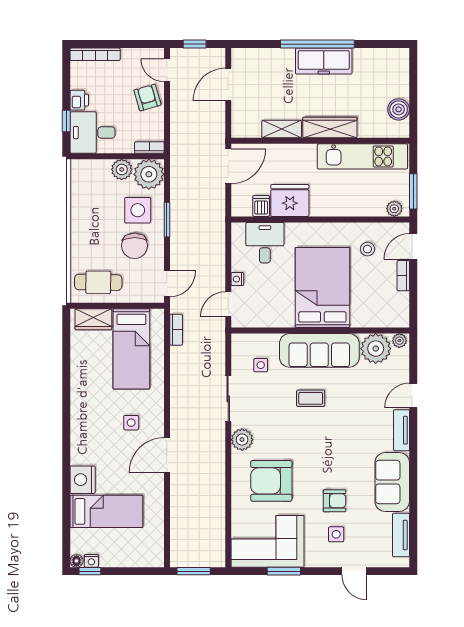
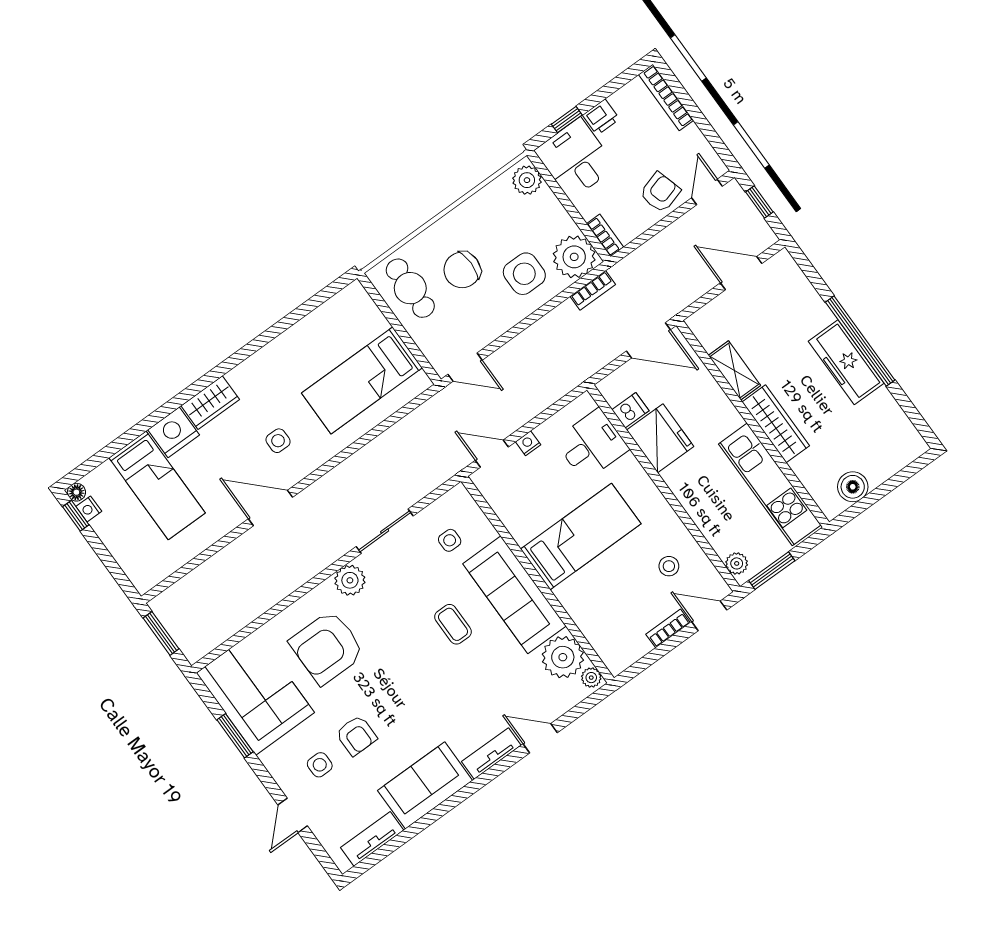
plant: (122, 169) -> (527, 180), moved
window: (167, 220) -> (538, 315), removed
chair: (135, 246) -> (462, 270), moved
bed: (322, 288) -> (581, 536), width x0.67
wardrobe: (93, 319) -> (210, 403), moved, turned -90
bookcase: (176, 330) -> (593, 290), moved
armchair: (271, 481) -> (327, 647), turned -90

